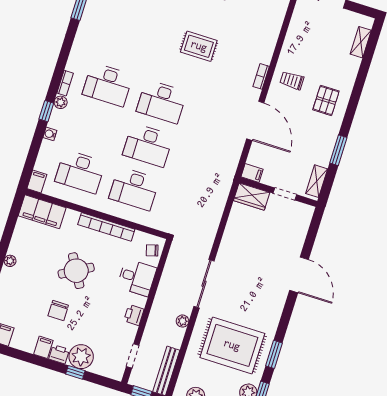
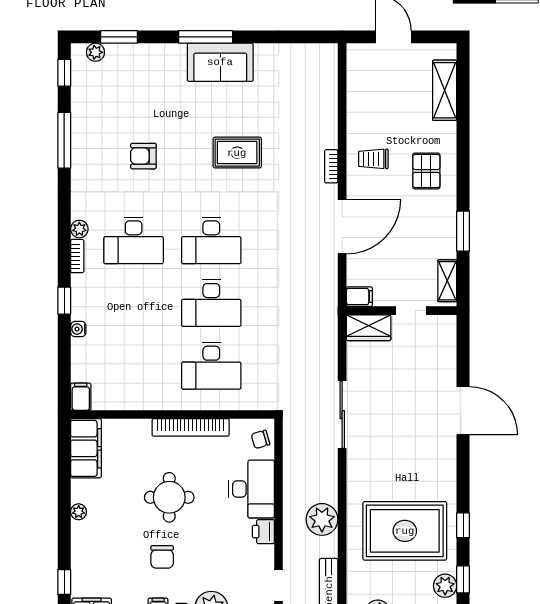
armchair: (133, 28) -> (143, 156), added
shelving: (361, 42) -> (445, 90), width x1.50, depth x1.33
plant: (61, 102) -> (79, 229), moved
door: (255, 121) -> (342, 227), hinge flipped
desk: (80, 172) -> (134, 366), removed
filing cabinet: (42, 212) -> (86, 448), moved, turned -90
round table: (76, 271) -> (169, 497), turned 30
desk: (137, 277) -> (252, 489), width x1.37
sliding door: (204, 284) -> (342, 415), moved
plant: (182, 321) -> (322, 519), width x1.88, depth x1.88
window: (274, 354) -> (463, 525), width x0.67

